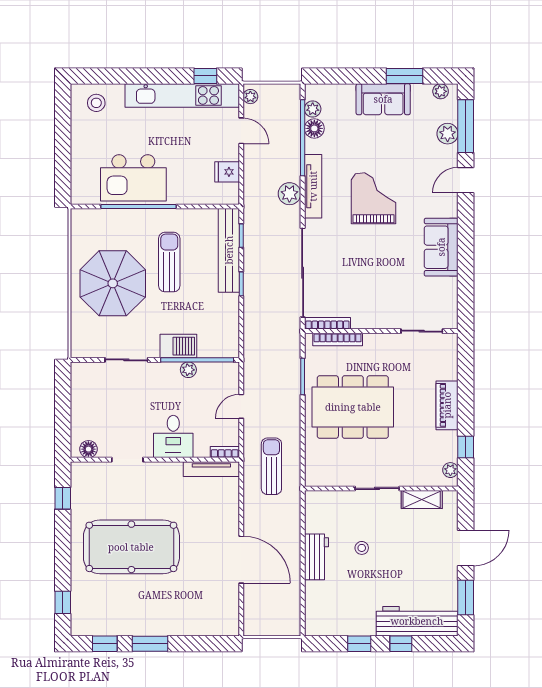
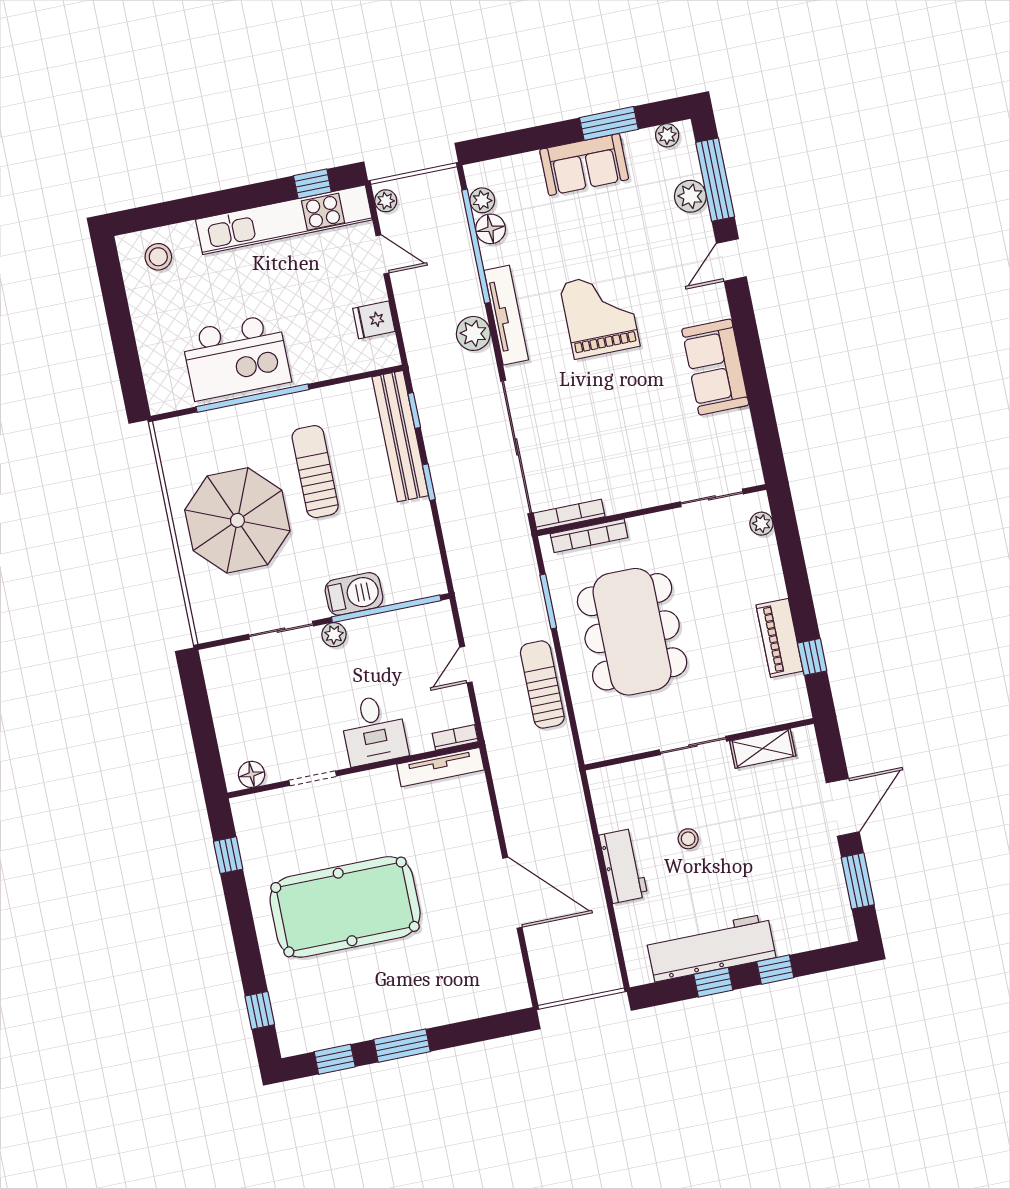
plant: (188, 370) -> (334, 635), moved
piano: (447, 405) -> (780, 638), moved
dining table: (353, 407) -> (632, 632), turned 90
sun lounger: (271, 466) -> (542, 685), moved
plant: (450, 470) -> (761, 524), moved
workbench: (417, 621) -> (711, 948), moved

